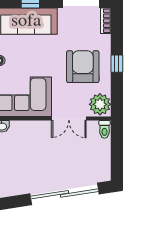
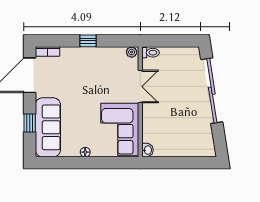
armchair: (83, 67) -> (91, 73), removed
plant: (100, 104) -> (132, 52), width x0.53, depth x0.53

